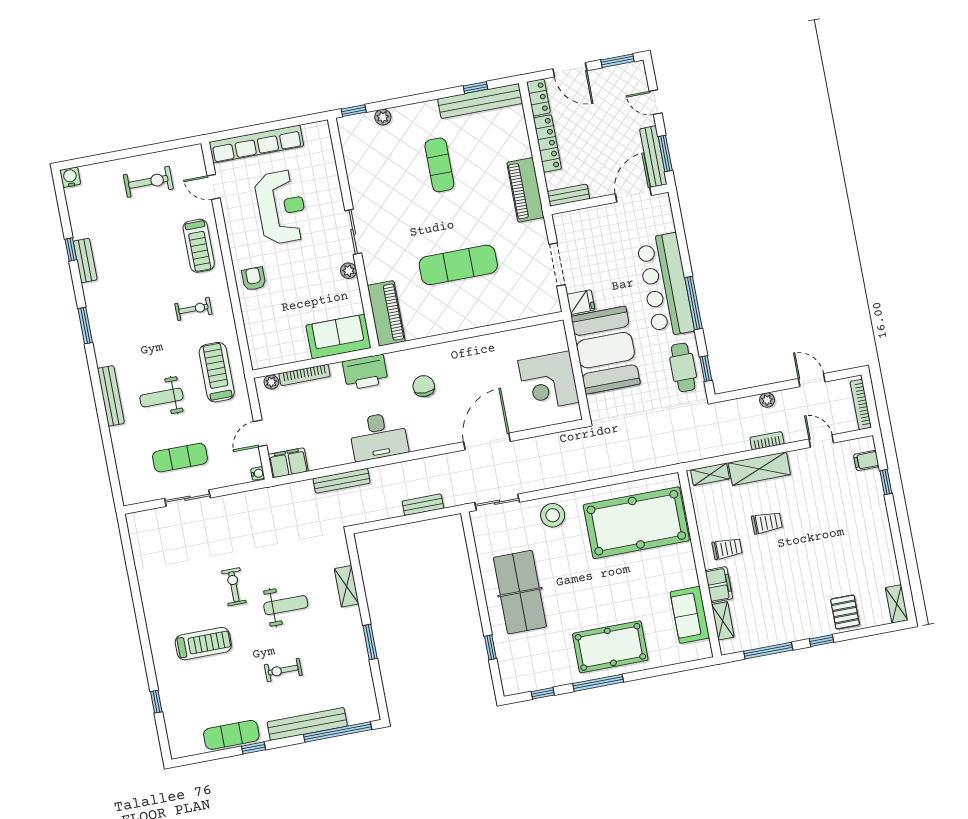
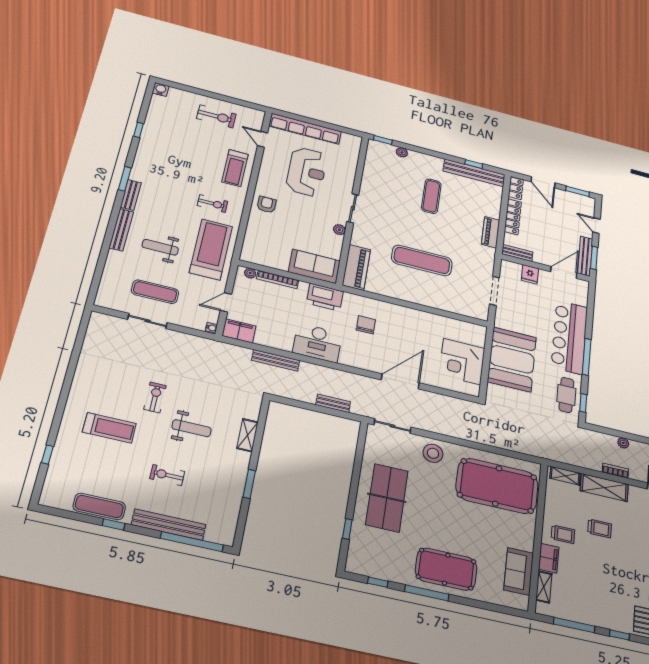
piano: (525, 190) -> (491, 232), width x0.73, depth x0.75
bench: (85, 261) -> (131, 195), moved
fridge: (581, 302) -> (530, 274), moved, turned 90
treadmill: (217, 372) -> (211, 249), width x1.37, depth x1.38

